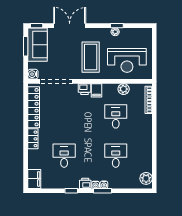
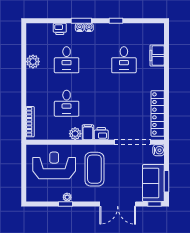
plant: (124, 89) -> (75, 134), moved
locker: (33, 139) -> (159, 78), removed
plant: (146, 178) -> (33, 62), moved
filing cabinet: (34, 179) -> (157, 56), moved
printer: (85, 183) -> (60, 29), moved

